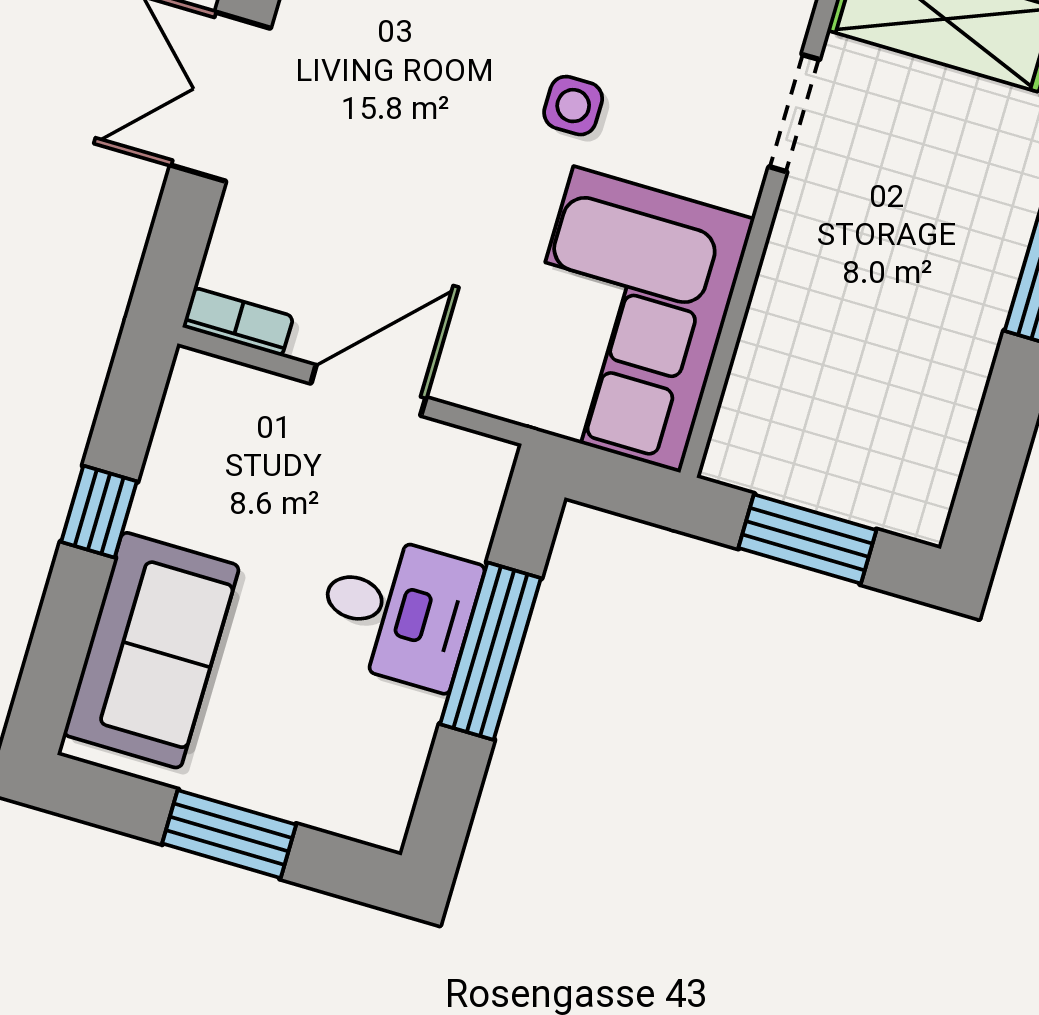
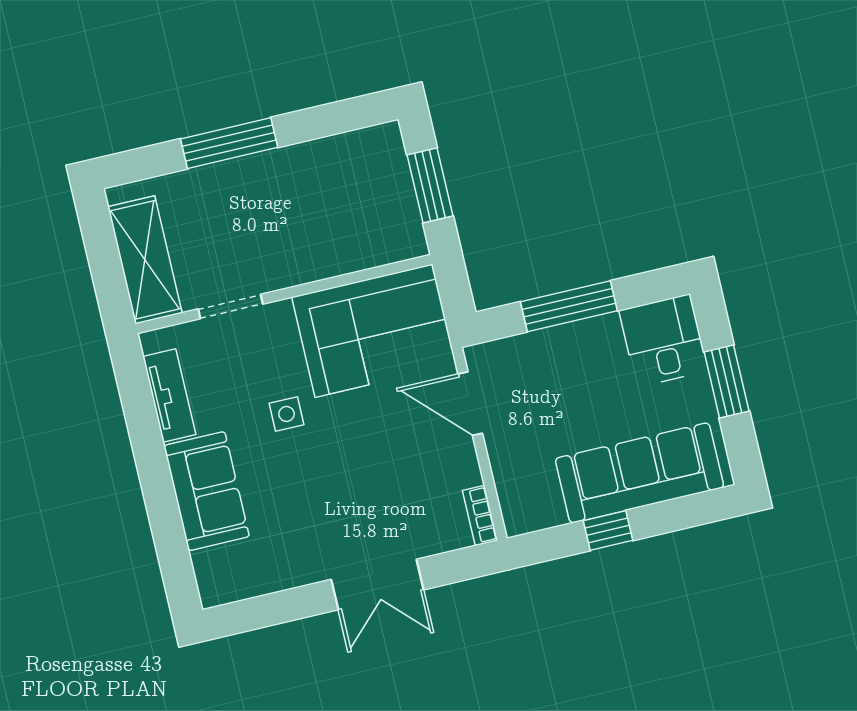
door: (368, 390) -> (470, 404), moved
desk: (398, 611) -> (664, 340), moved
sofa: (151, 650) -> (640, 473), width x1.36

